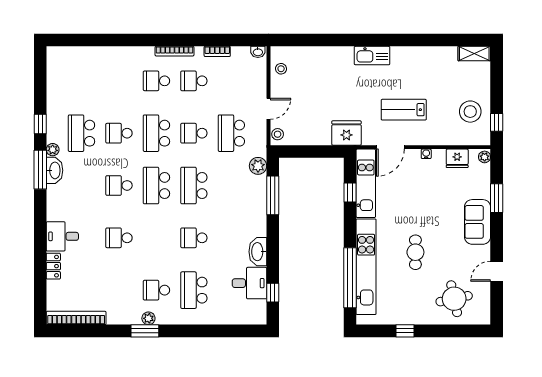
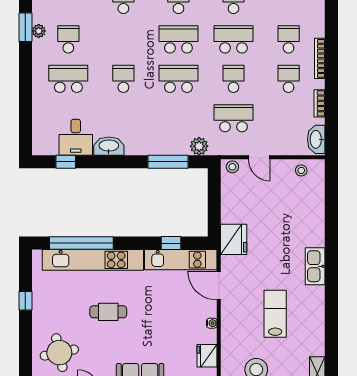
washbasin: (258, 52) -> (316, 139), width x1.91, depth x1.45
lab bench: (404, 110) -> (275, 314), moved

